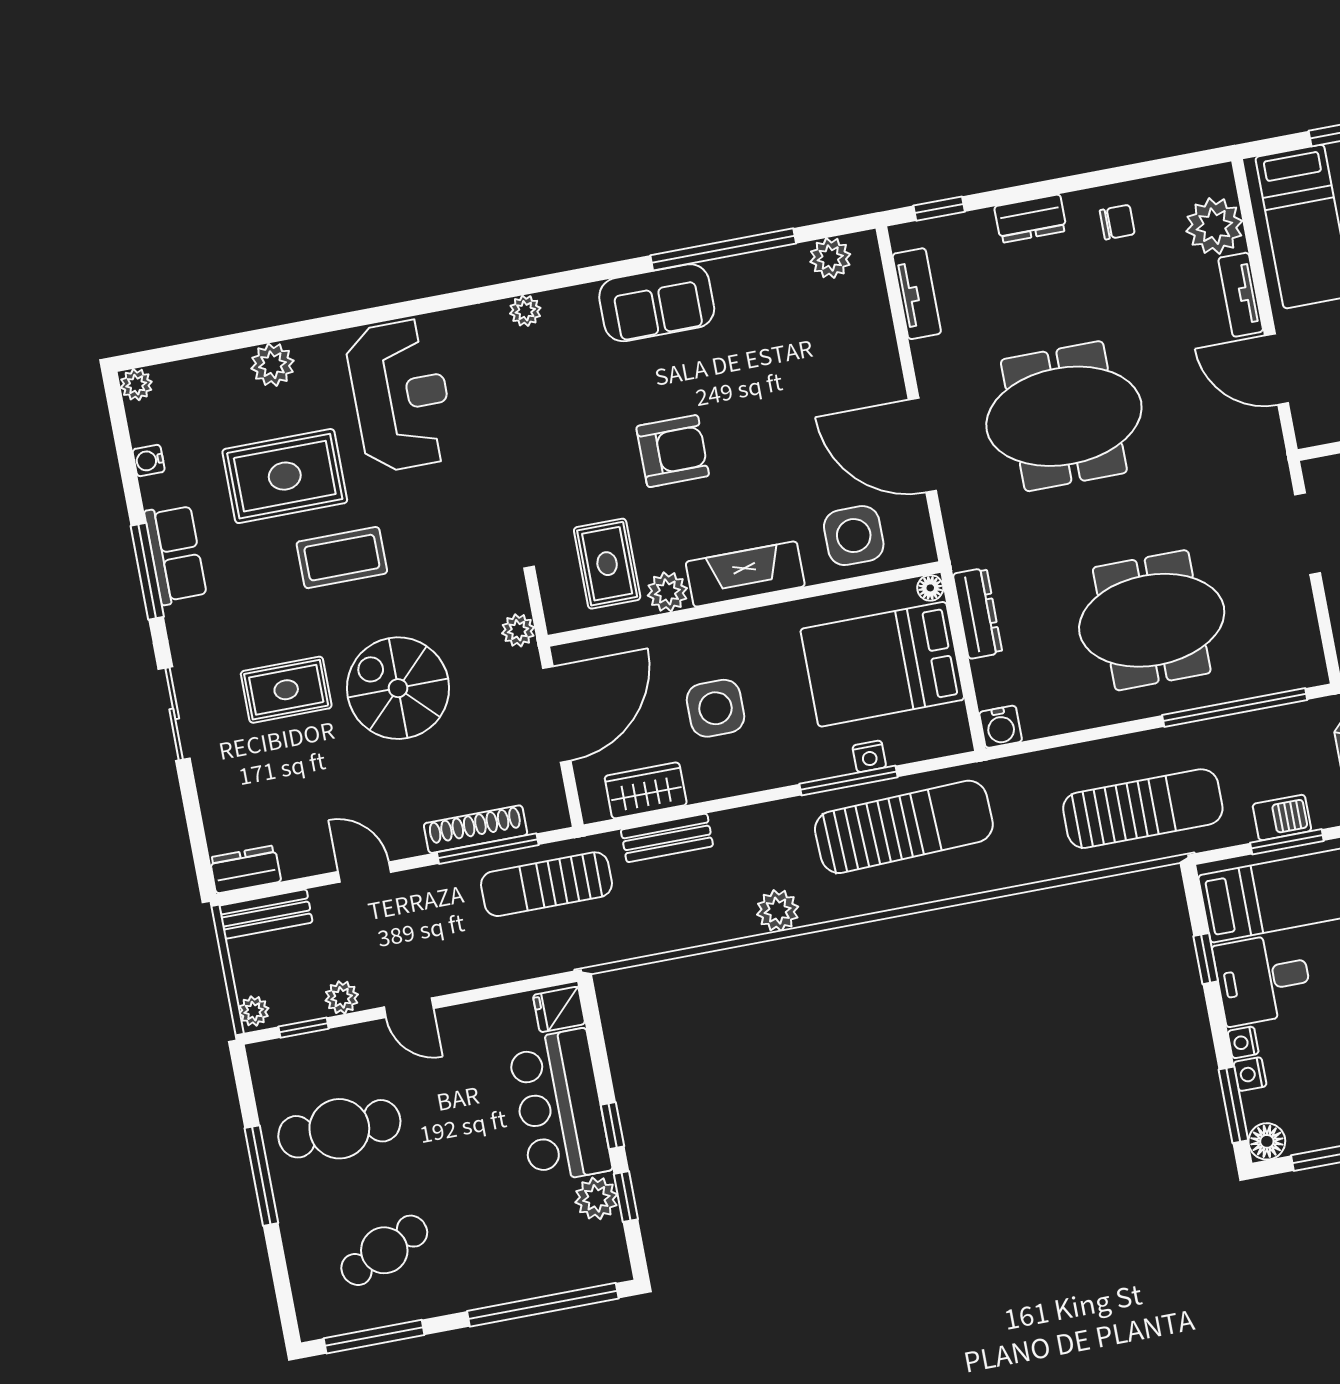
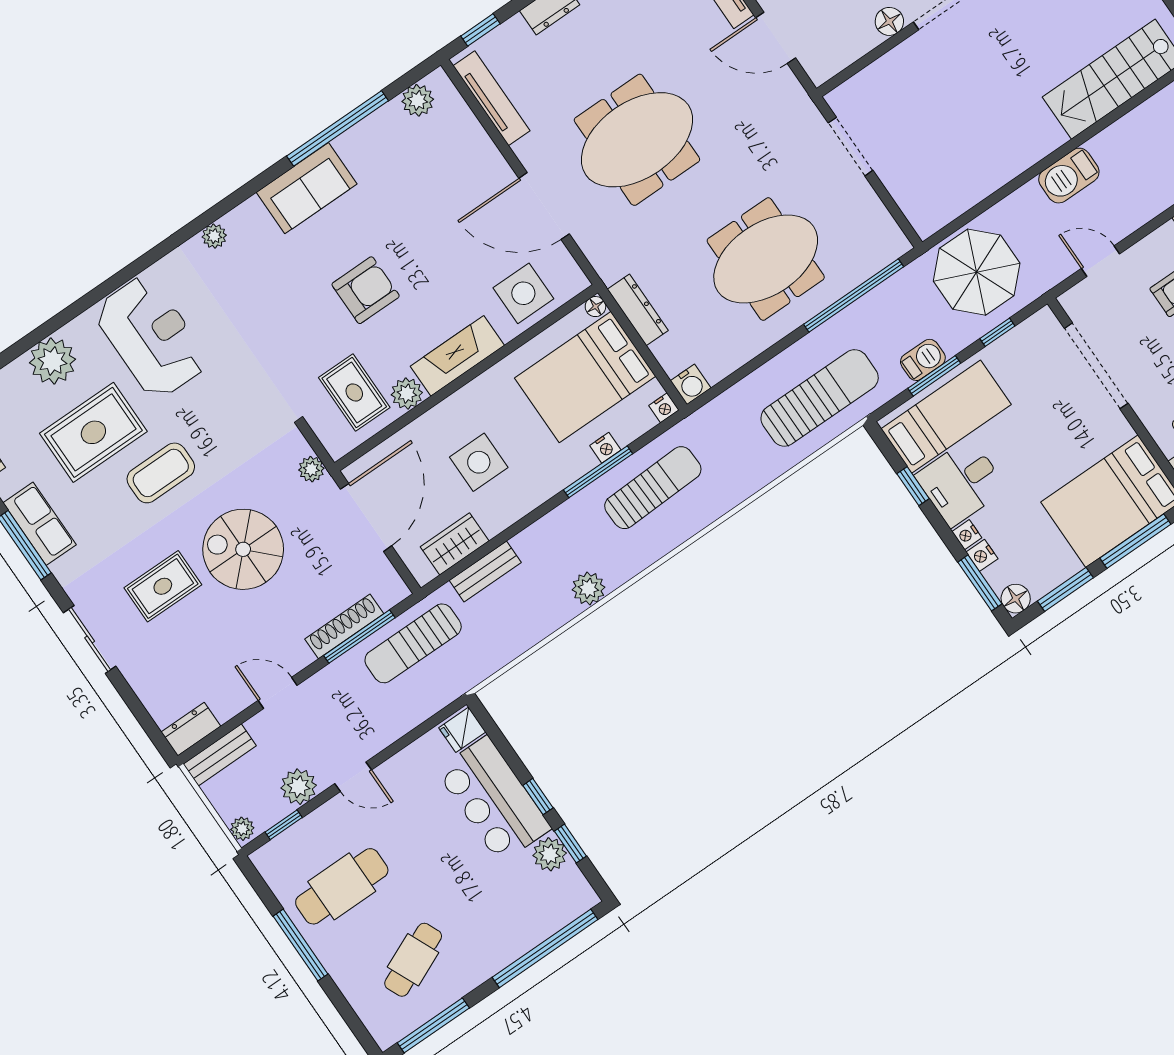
tv unit: (917, 294) -> (492, 98), width x1.41
plant: (272, 365) -> (52, 361), width x1.36, depth x1.36
nightstand: (958, 740) -> (664, 408), added
sun lounger: (904, 827) -> (653, 488), width x0.73, depth x0.75
plant: (342, 997) -> (299, 787), width x1.38, depth x1.38

